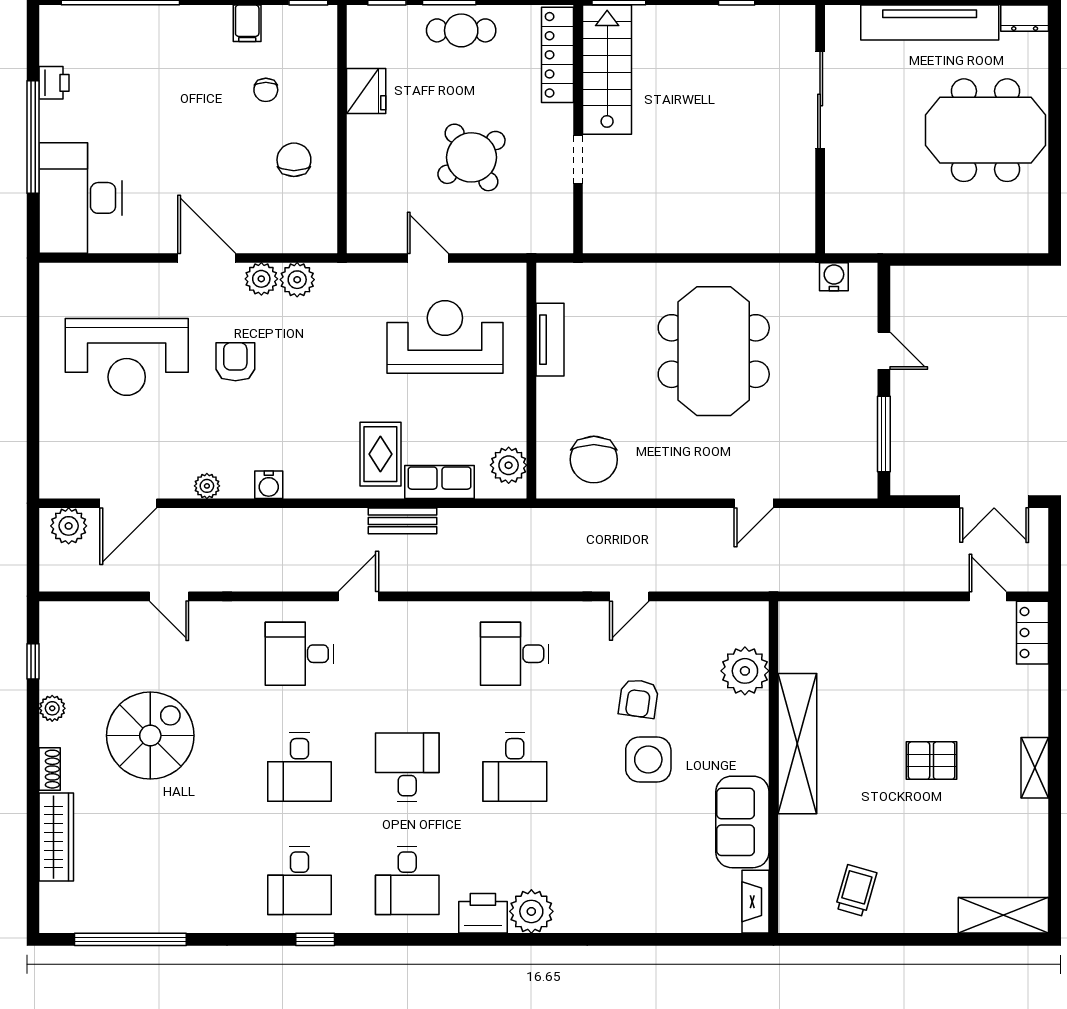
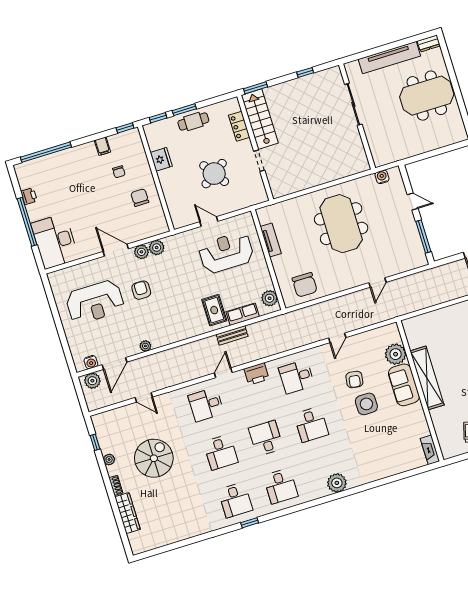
locker: (557, 55) -> (239, 126), width x0.66
water cooler: (269, 485) -> (91, 362), moved
sofa: (742, 822) -> (404, 385), moved
printer: (483, 913) -> (257, 374), moved, turned 180
window: (130, 939) -> (172, 547), removed

